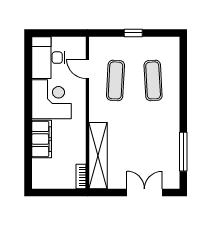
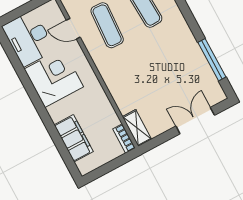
filing cabinet: (42, 139) -> (74, 138), moved
shelving: (98, 156) -> (137, 128), width x0.45, depth x0.75

